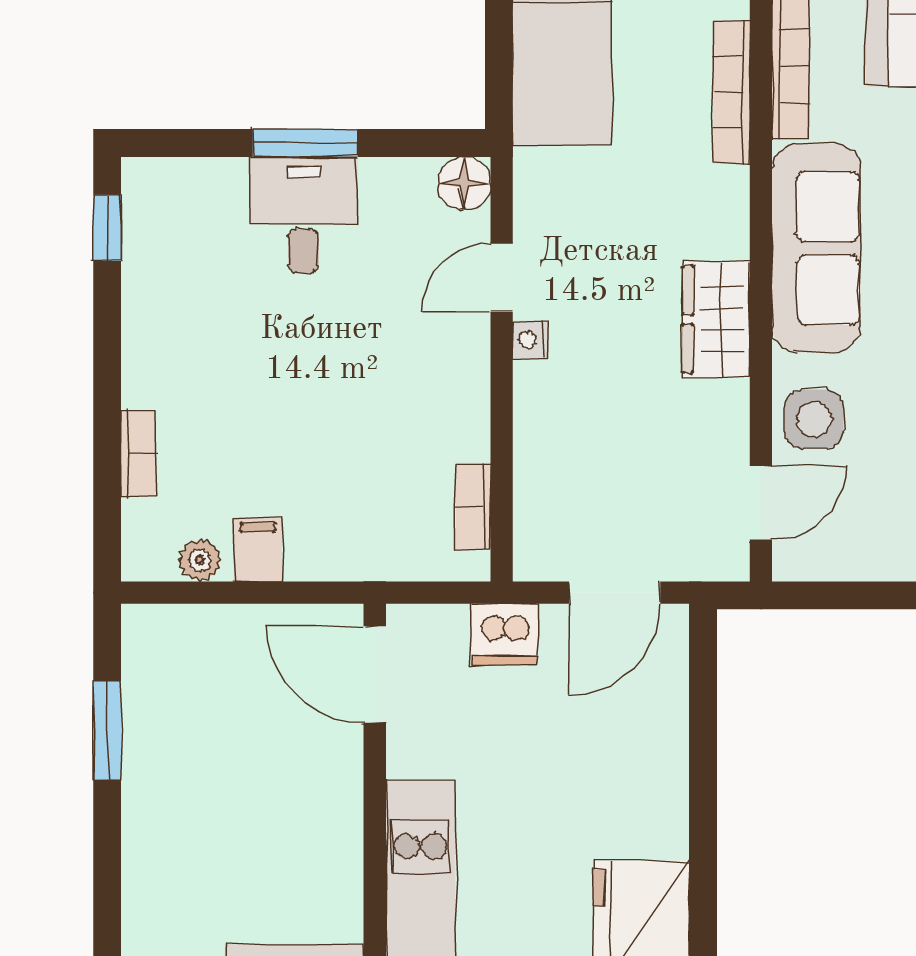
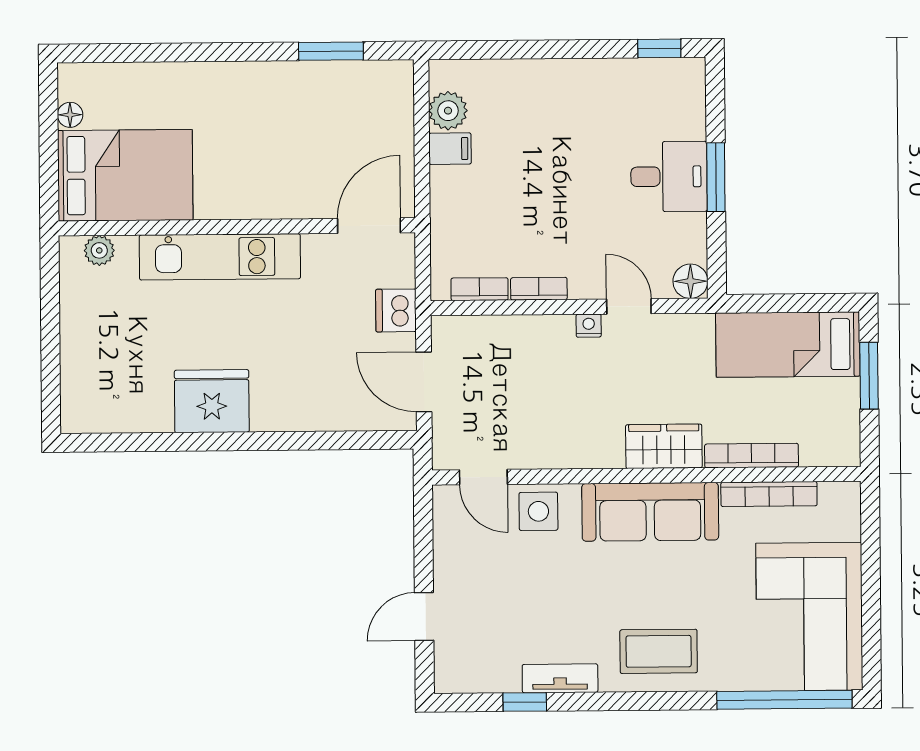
wardrobe: (716, 319) -> (664, 446), moved
bookcase: (138, 453) -> (539, 289), moved, turned 180
plant: (200, 560) -> (448, 111), width x1.38, depth x1.38

